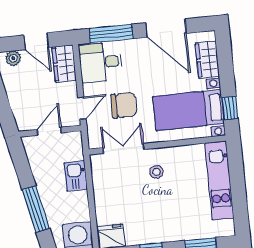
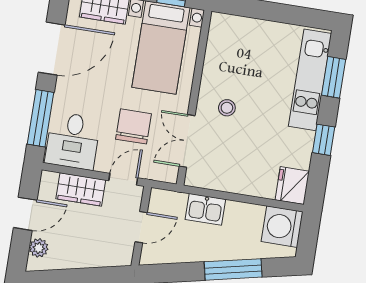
wardrobe: (64, 64) -> (81, 189), moved
door: (82, 108) -> (123, 179), hinge flipped
door: (49, 131) -> (141, 227), swing flipped
kitchen unit: (219, 181) -> (310, 80), moved, turned 90

